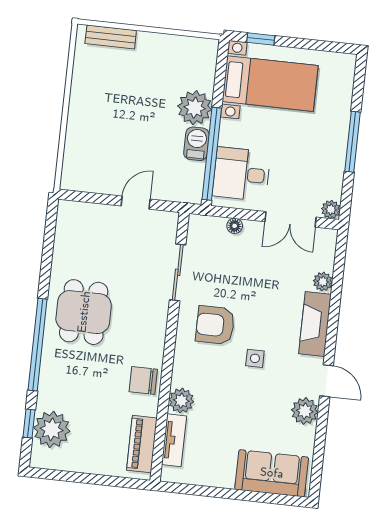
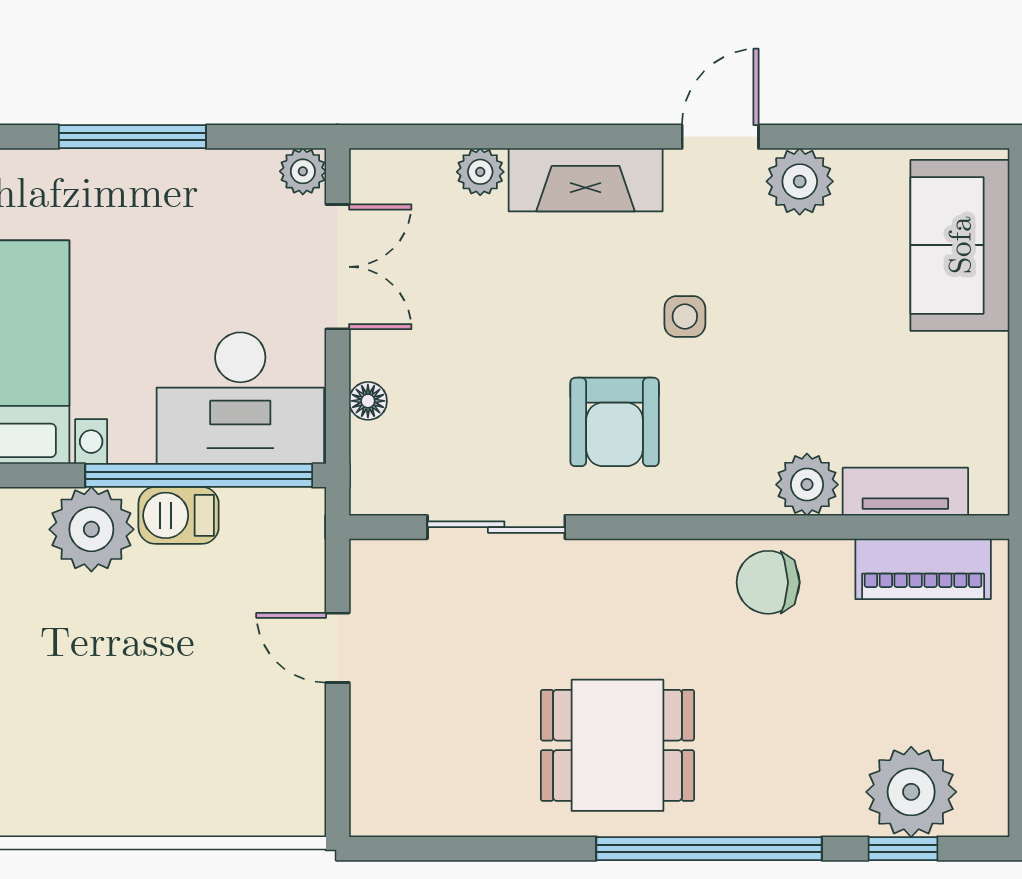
desk: (241, 174) -> (240, 398), width x1.37
chair: (143, 380) -> (768, 582), turned 90

